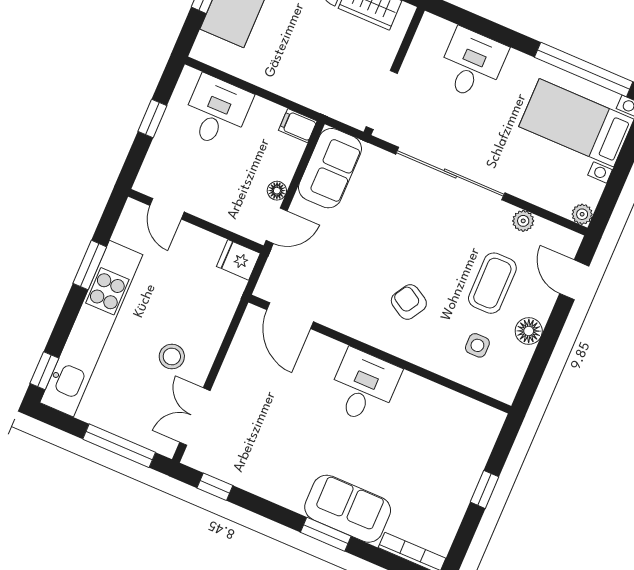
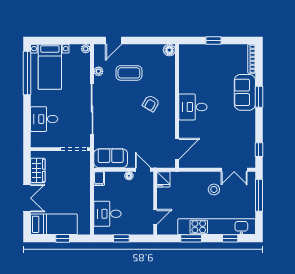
floor lamp: (529, 331) -> (169, 50), moved
side table: (477, 345) -> (157, 68), removed
window: (44, 371) -> (230, 238), moved

